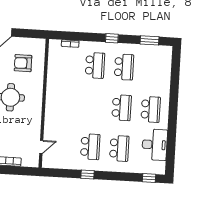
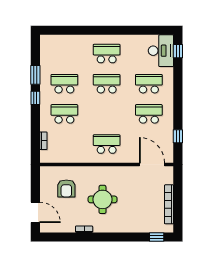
window: (150, 40) -> (35, 75), moved
school desk: (64, 104) -> (107, 144), added
desk: (155, 145) -> (161, 51), moved, turned 90
door: (41, 147) -> (152, 165), width x1.87
window: (88, 175) -> (178, 136), moved

